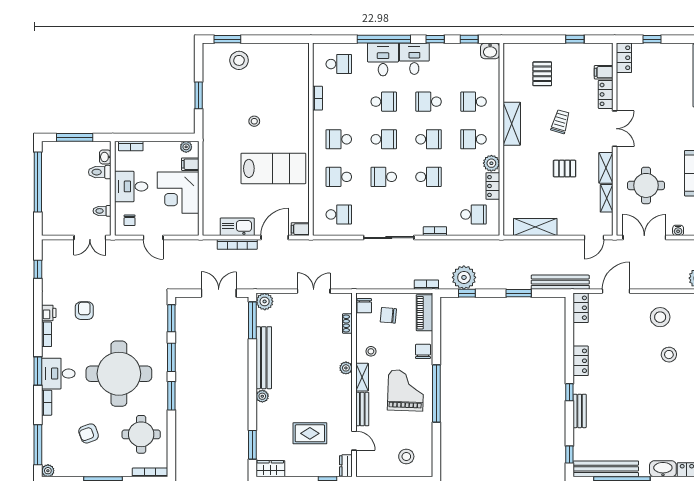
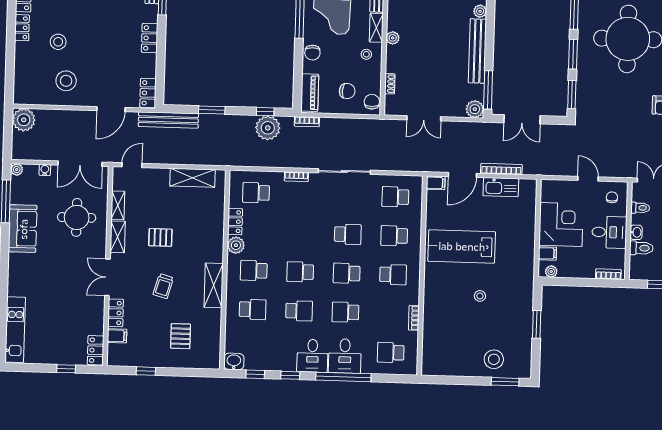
school desk: (473, 139) -> (254, 271), turned 180
washbasin: (105, 157) -> (636, 232), moved
school desk: (339, 177) -> (394, 236), turned 180
school desk: (429, 177) -> (301, 233), removed

